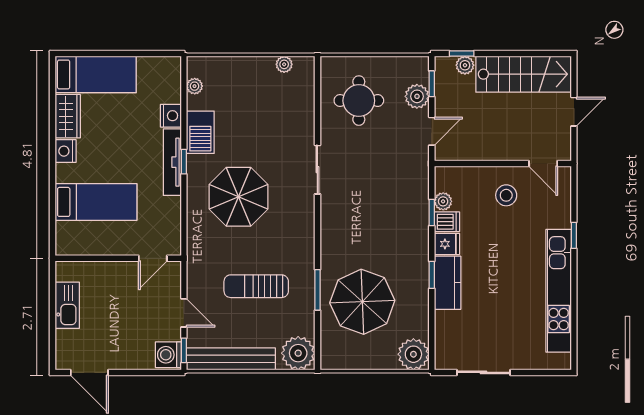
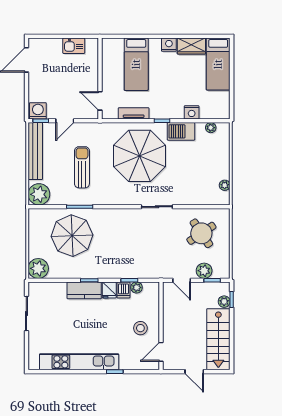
round table: (359, 101) -> (201, 233), turned -34
tv unit: (172, 162) -> (134, 113), moved, width x0.71
parasol: (238, 197) -> (140, 156), width x1.36, depth x1.36
kitchen sink: (67, 305) -> (74, 46), width x0.73

